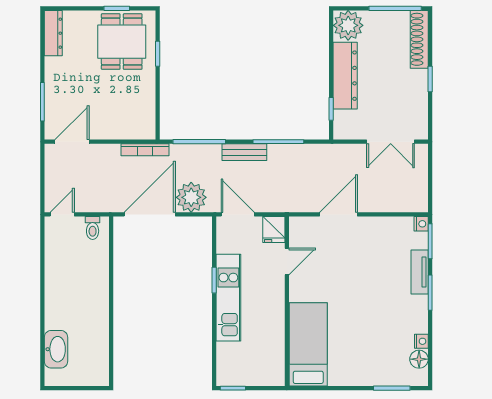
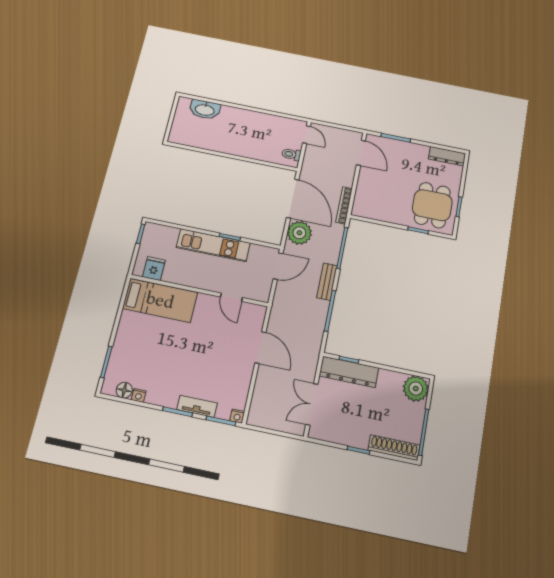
dining table: (122, 42) -> (432, 205), turned 90
dresser: (345, 76) -> (349, 372), moved
fridge: (274, 230) -> (154, 269), moved, turned 90

